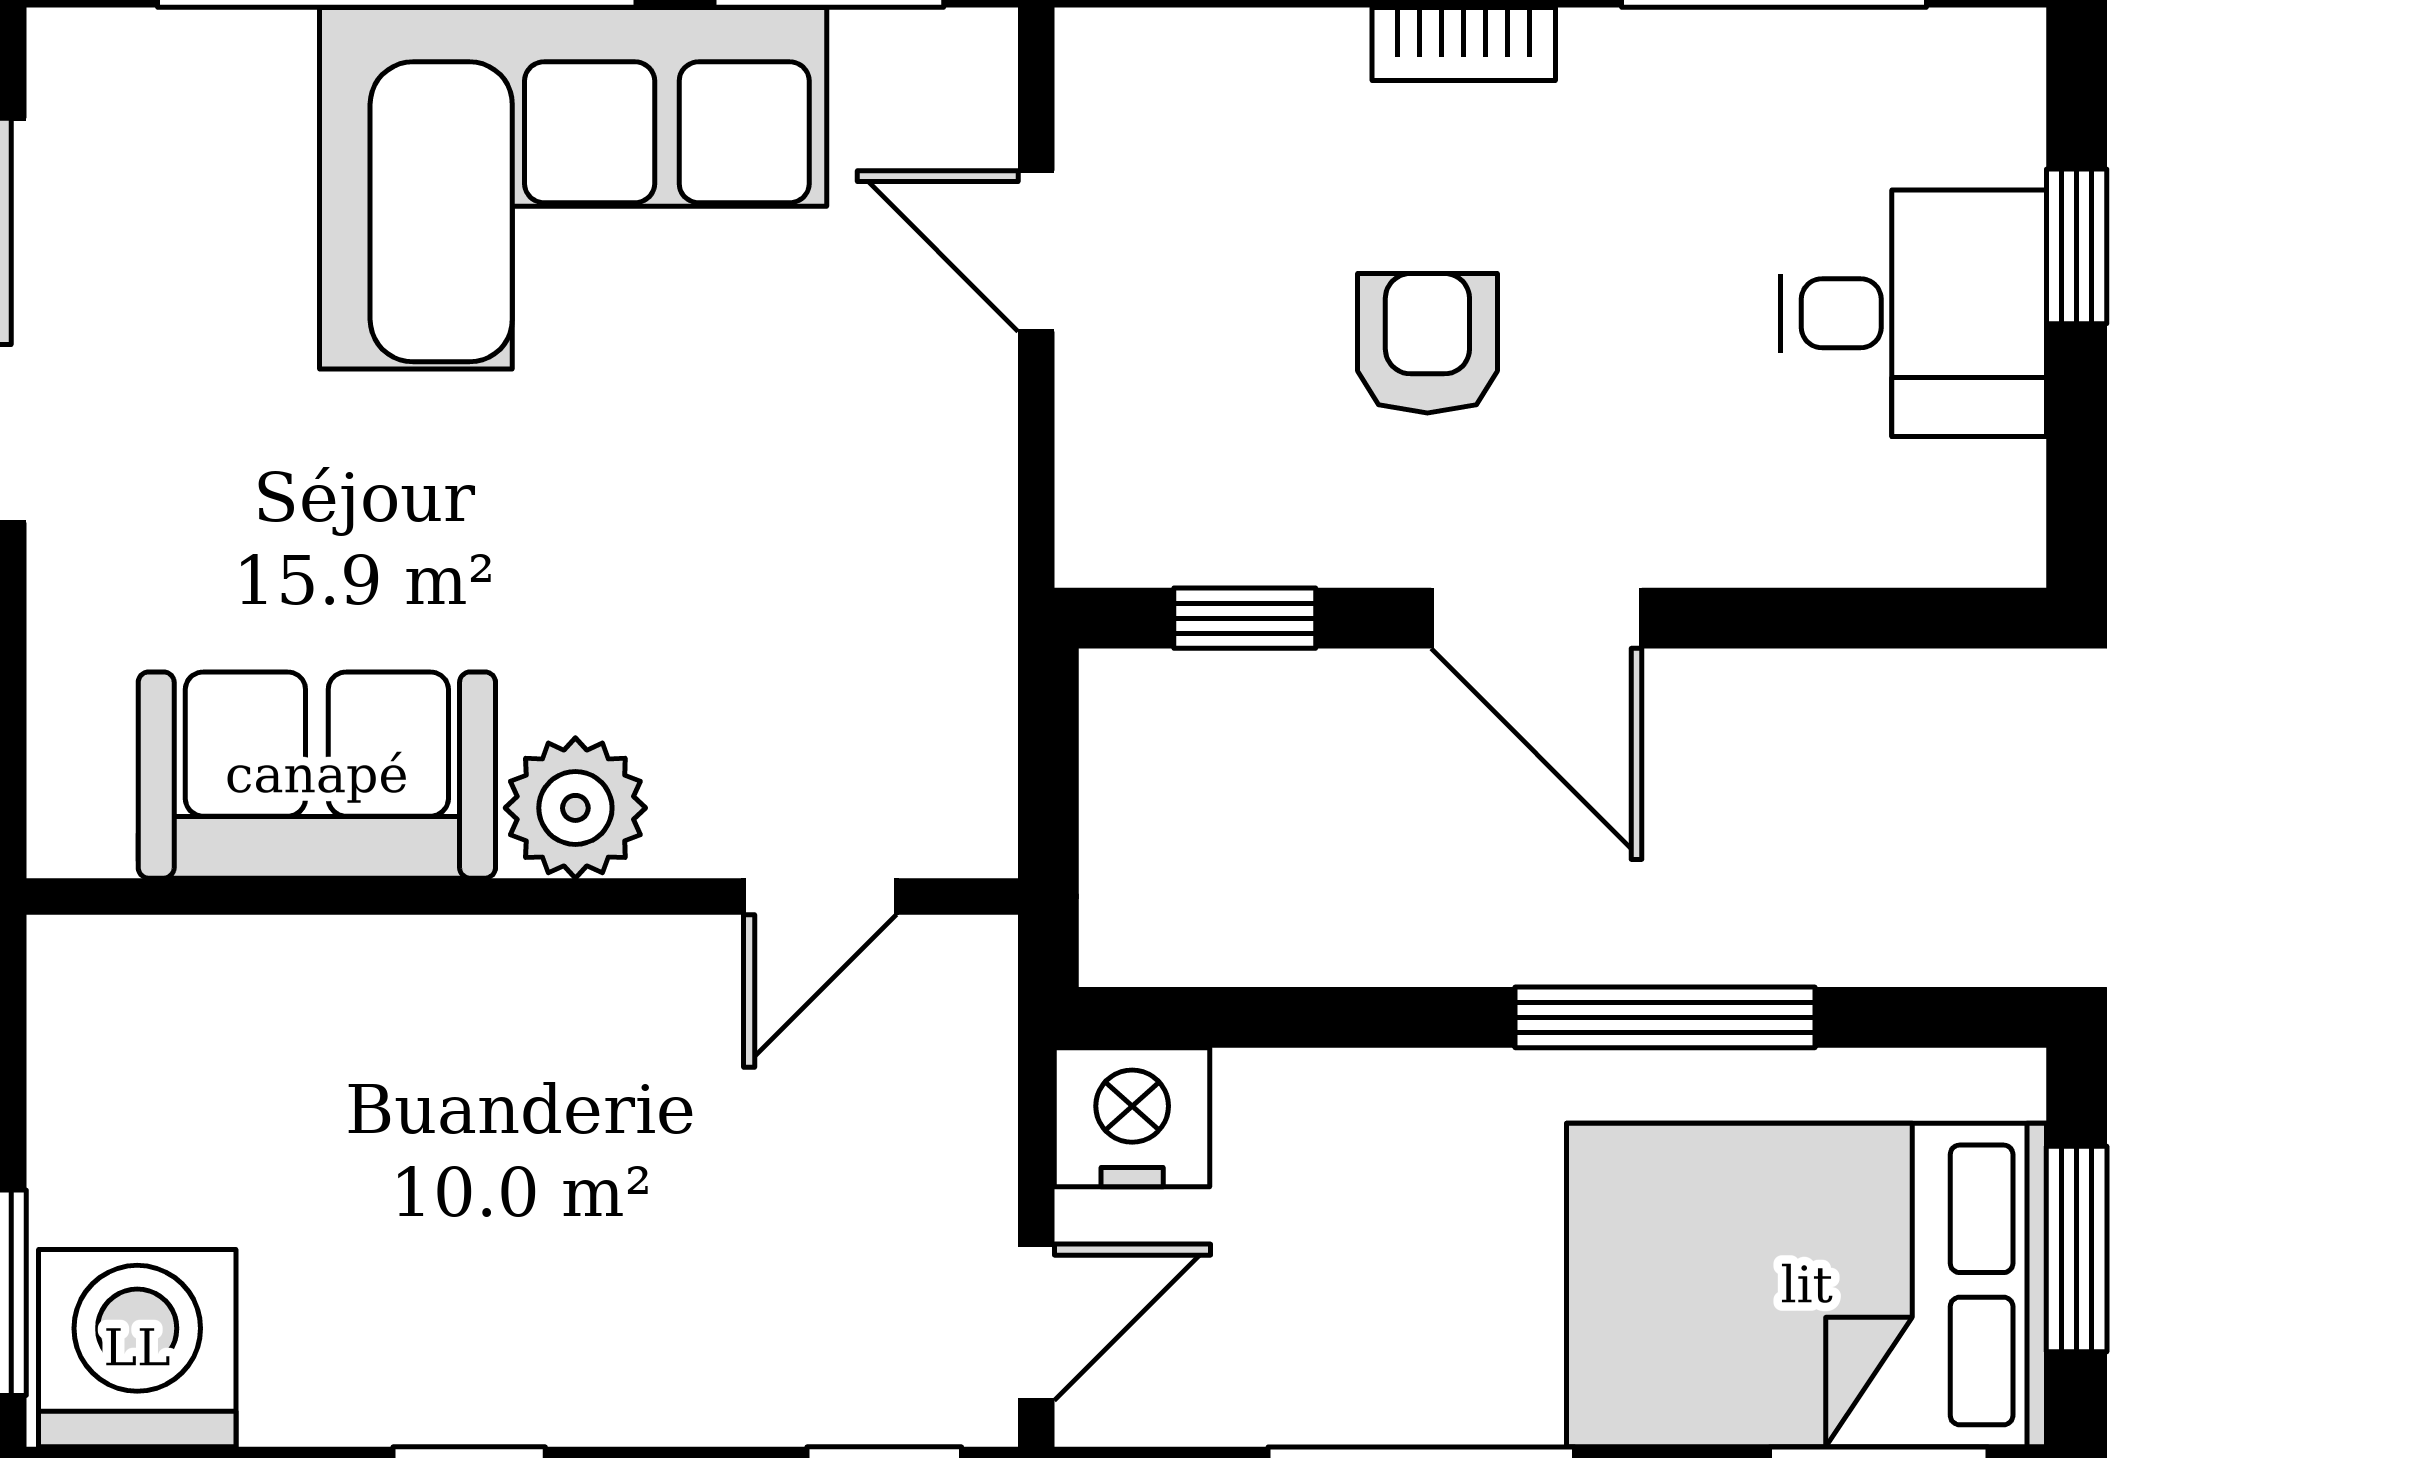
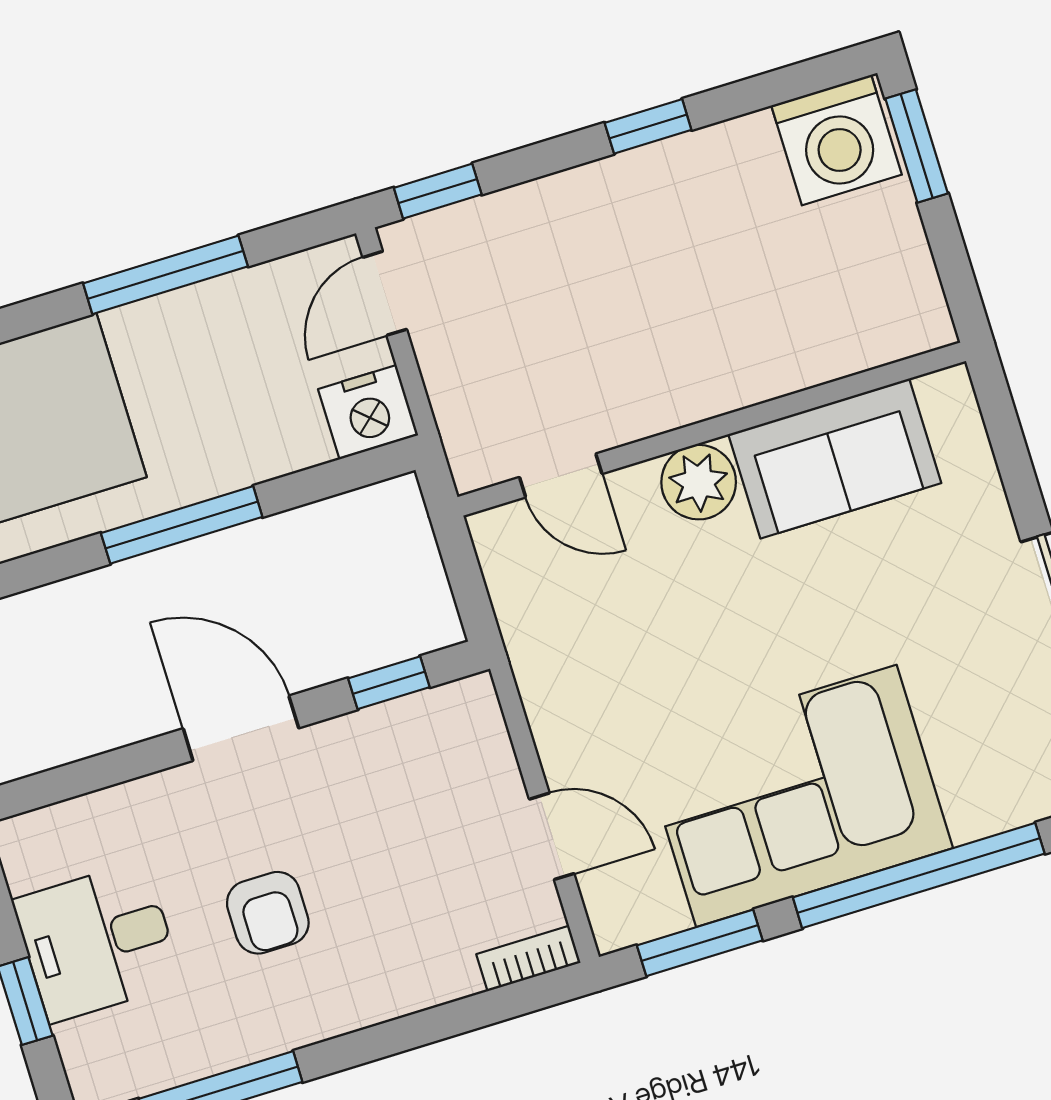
bookcase: (1464, 44) -> (528, 958), moved
armchair: (1427, 343) -> (268, 913), moved
door: (820, 896) -> (561, 475), swing flipped
window: (1665, 1017) -> (182, 525), moved

